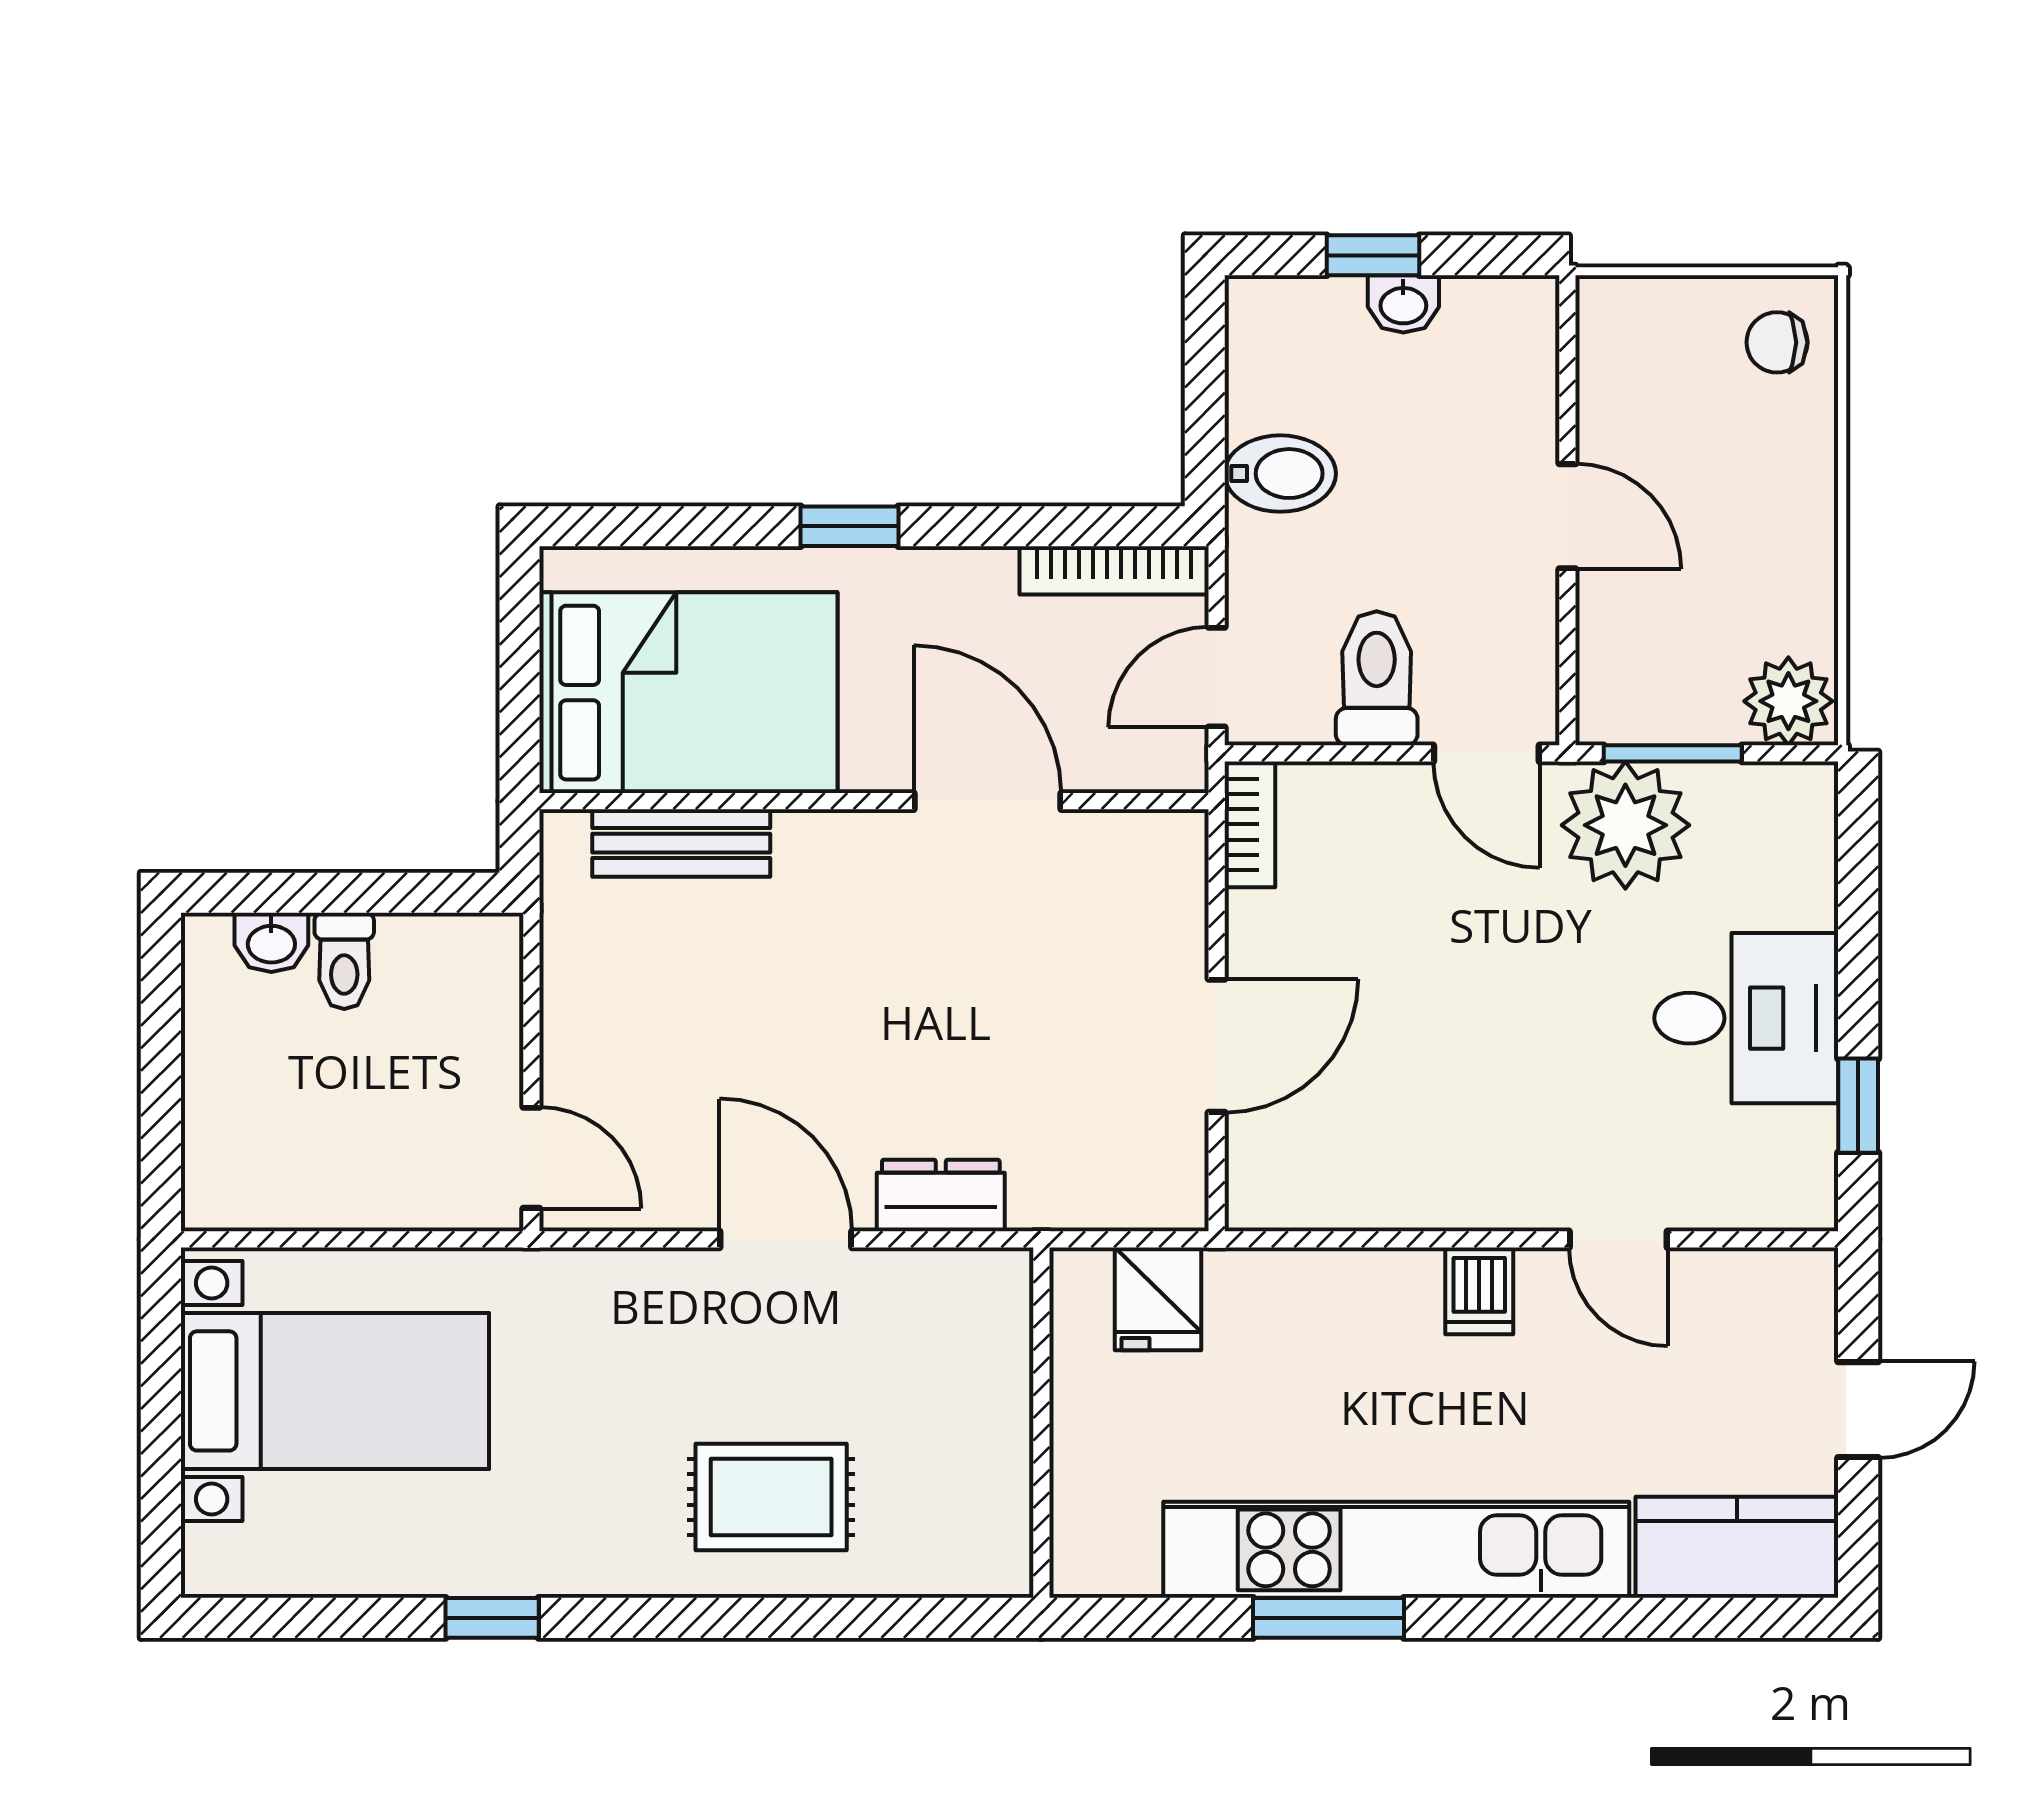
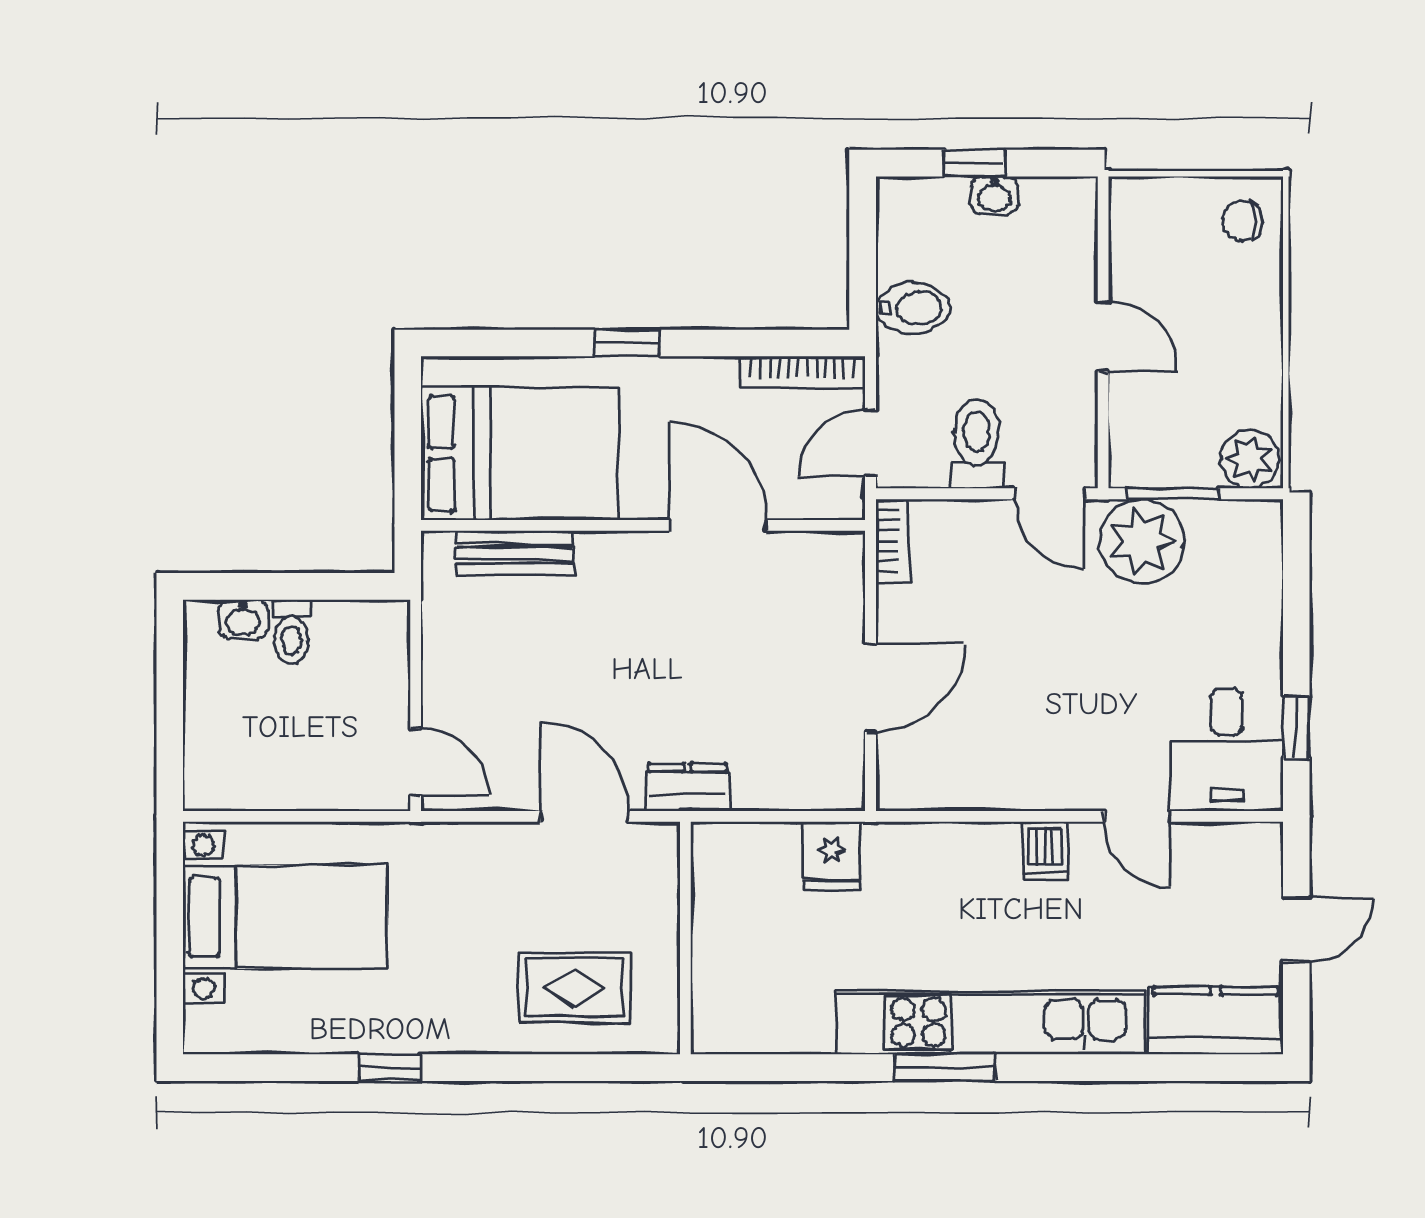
desk: (1746, 1018) -> (1226, 750), moved, turned 90
wall: (1041, 1423) -> (685, 938), moved

